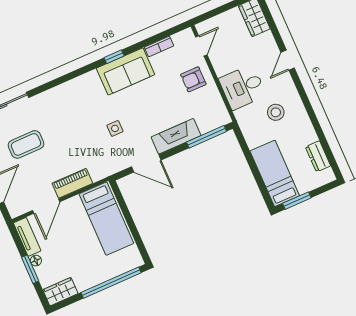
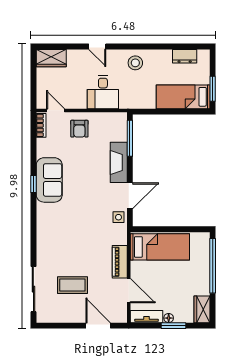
bookcase: (159, 46) -> (41, 125), moved
stool: (276, 112) -> (135, 63), moved
side table: (115, 128) -> (119, 217), moved
coffee table: (26, 144) -> (72, 285), turned 90

